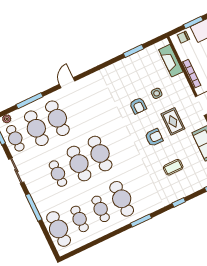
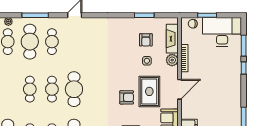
plant: (180, 81) -> (172, 60), added
armchair: (138, 106) -> (146, 40), moved
cafe table: (57, 118) -> (52, 42), width x0.73, depth x0.74
rug: (173, 121) -> (149, 91), width x1.36, depth x1.43
cafe table: (79, 164) -> (52, 89), width x0.73, depth x0.74

